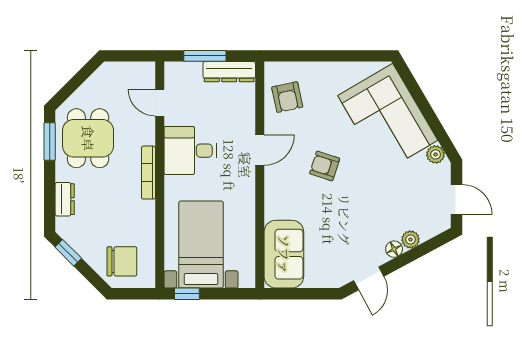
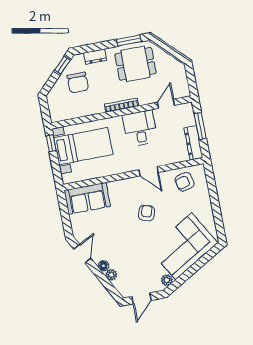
chair: (122, 261) -> (78, 83), moved
door: (369, 278) -> (82, 254), swing flipped

